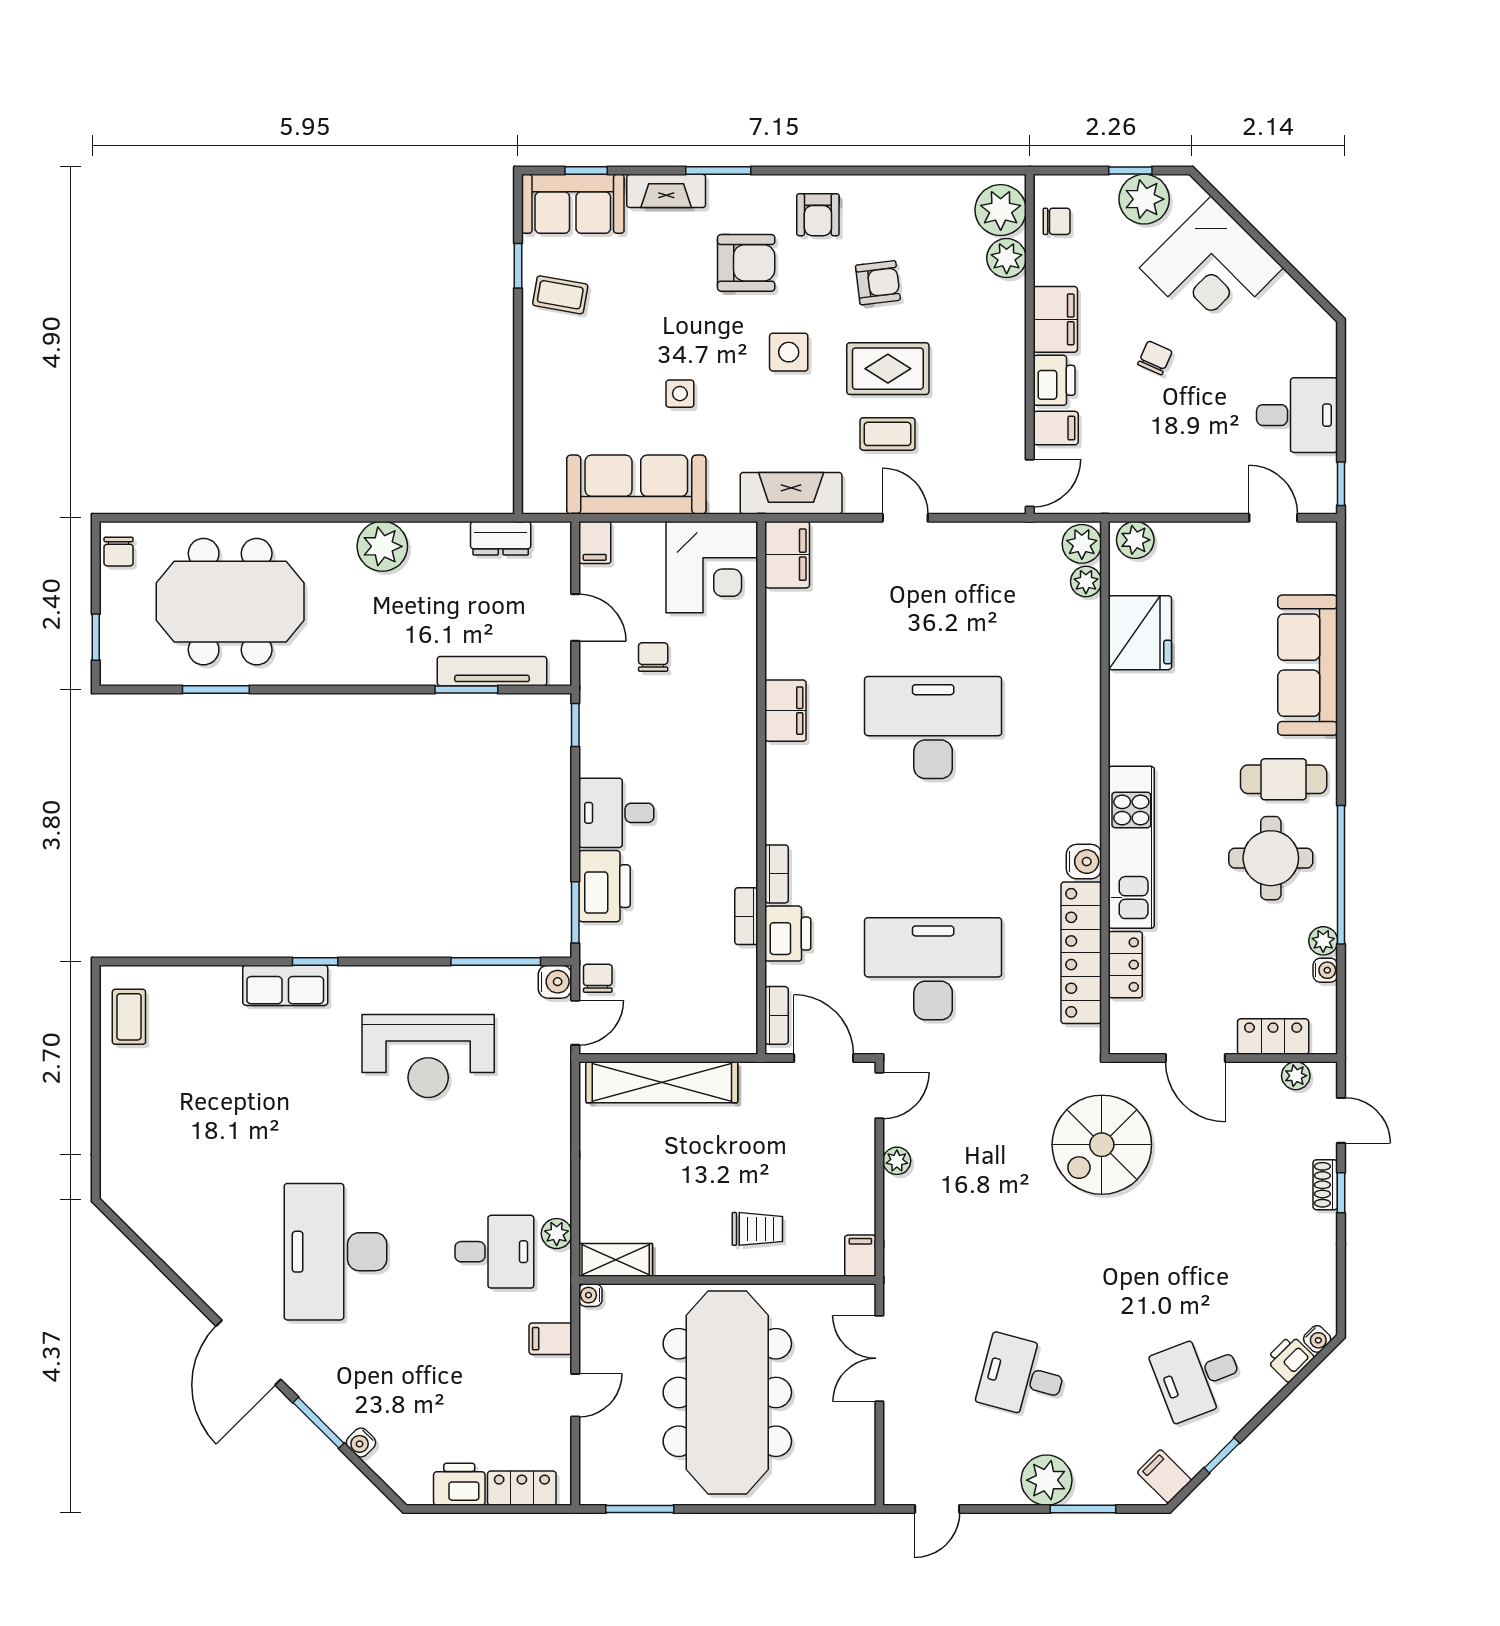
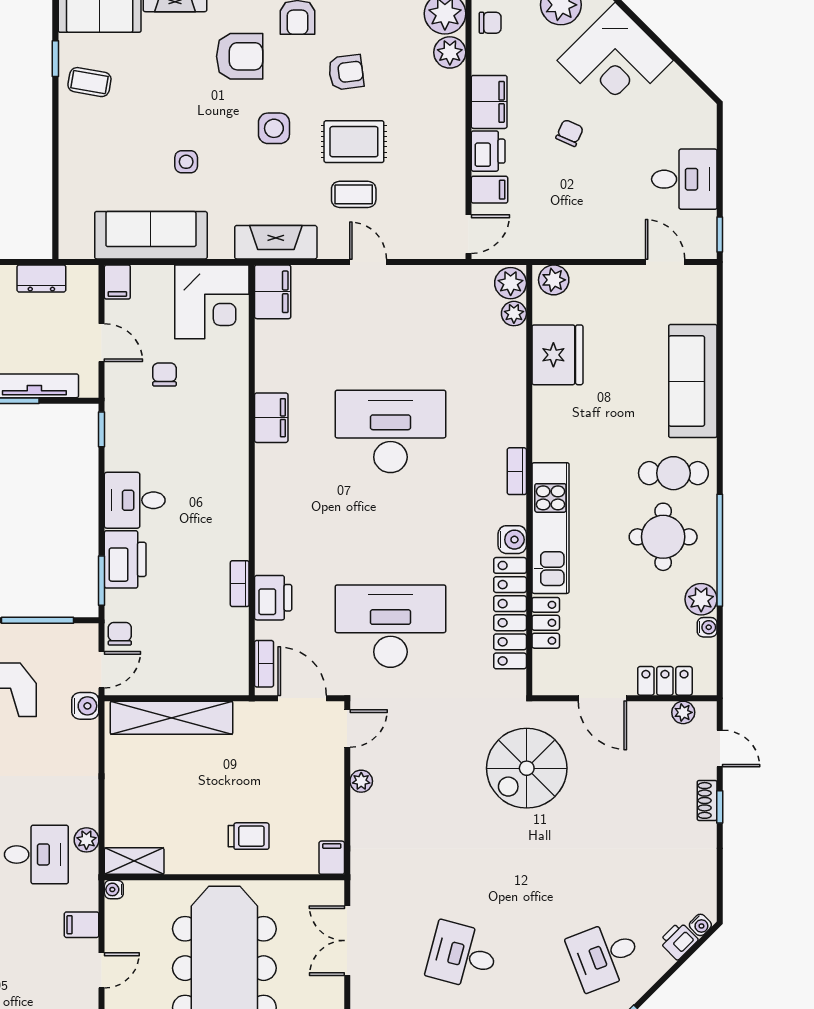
bookcase: (777, 874) -> (517, 471), moved, turned 180
plant: (1323, 941) -> (701, 599), width x1.38, depth x1.38
water cooler: (555, 982) -> (85, 706), moved

